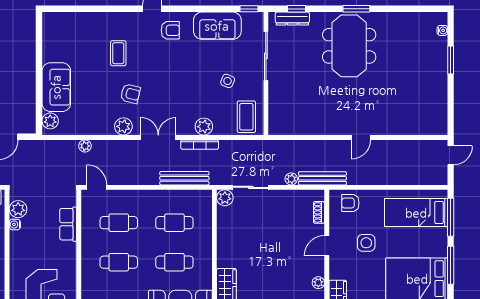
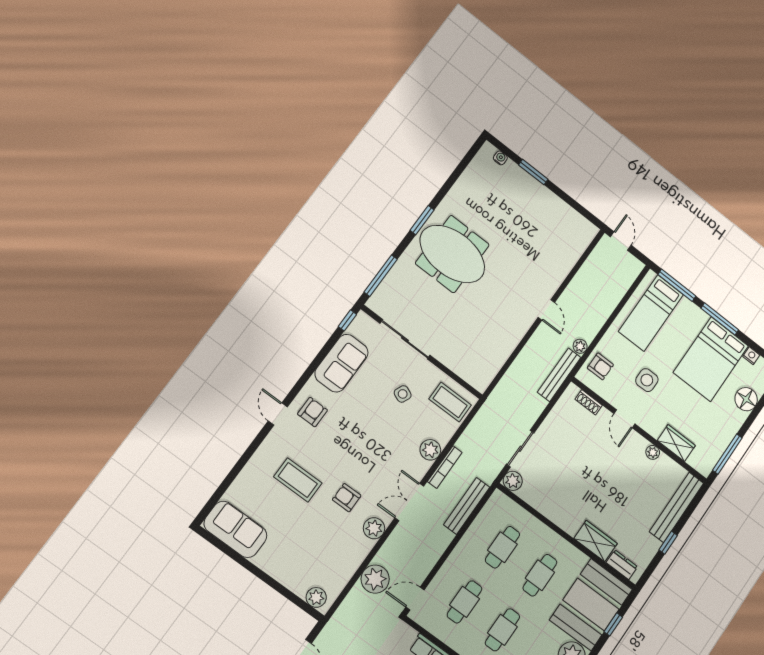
window: (297, 9) -> (381, 276), width x2.17
dresser: (292, 19) -> (387, 287), removed
coffee table: (118, 53) -> (298, 480), width x1.36, depth x1.30
sofa: (56, 87) -> (235, 529), moved
armchair: (130, 94) -> (347, 498), turned -104
plant: (85, 146) -> (375, 579), width x1.87, depth x1.87
plant: (291, 179) -> (580, 346), moved
armchair: (350, 203) -> (600, 366), turned -90

